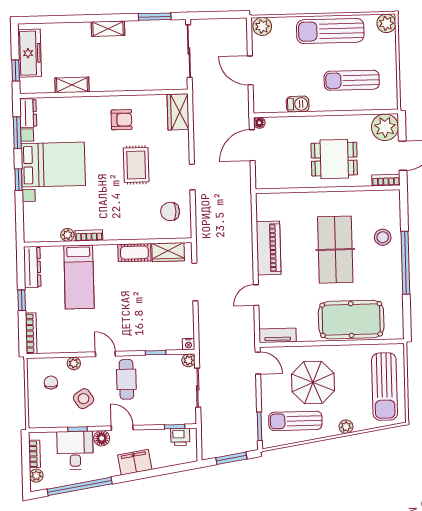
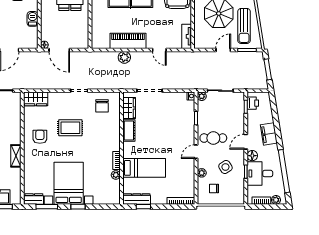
shelving: (72, 85) -> (16, 156), moved
plant: (244, 243) -> (124, 57), added
window: (22, 300) -> (143, 207), moved
door: (258, 363) -> (223, 50), moved

